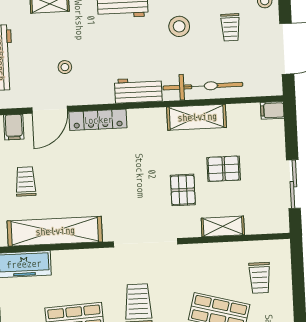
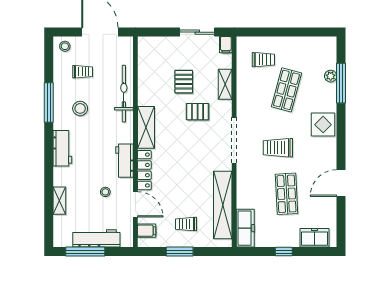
workbench: (138, 90) -> (125, 161), moved
filing cabinet: (272, 110) -> (226, 45), moved
shelving: (197, 117) -> (146, 127), moved

